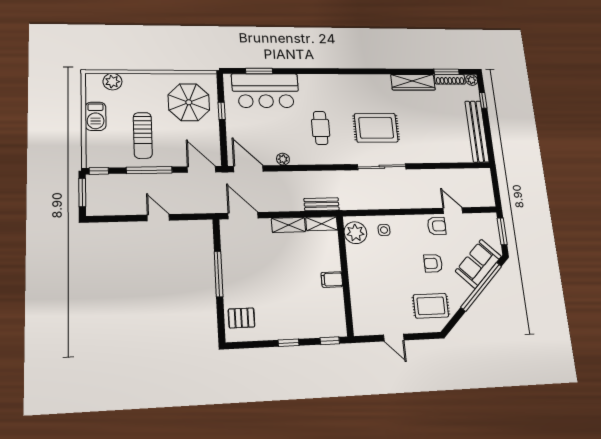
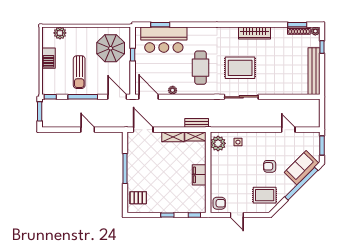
wardrobe: (413, 82) -> (254, 33), moved
cafe table: (321, 128) -> (201, 68), width x1.37, depth x1.35
armchair: (437, 226) -> (219, 203), moved
filing cabinet: (332, 280) -> (199, 175), width x2.00

